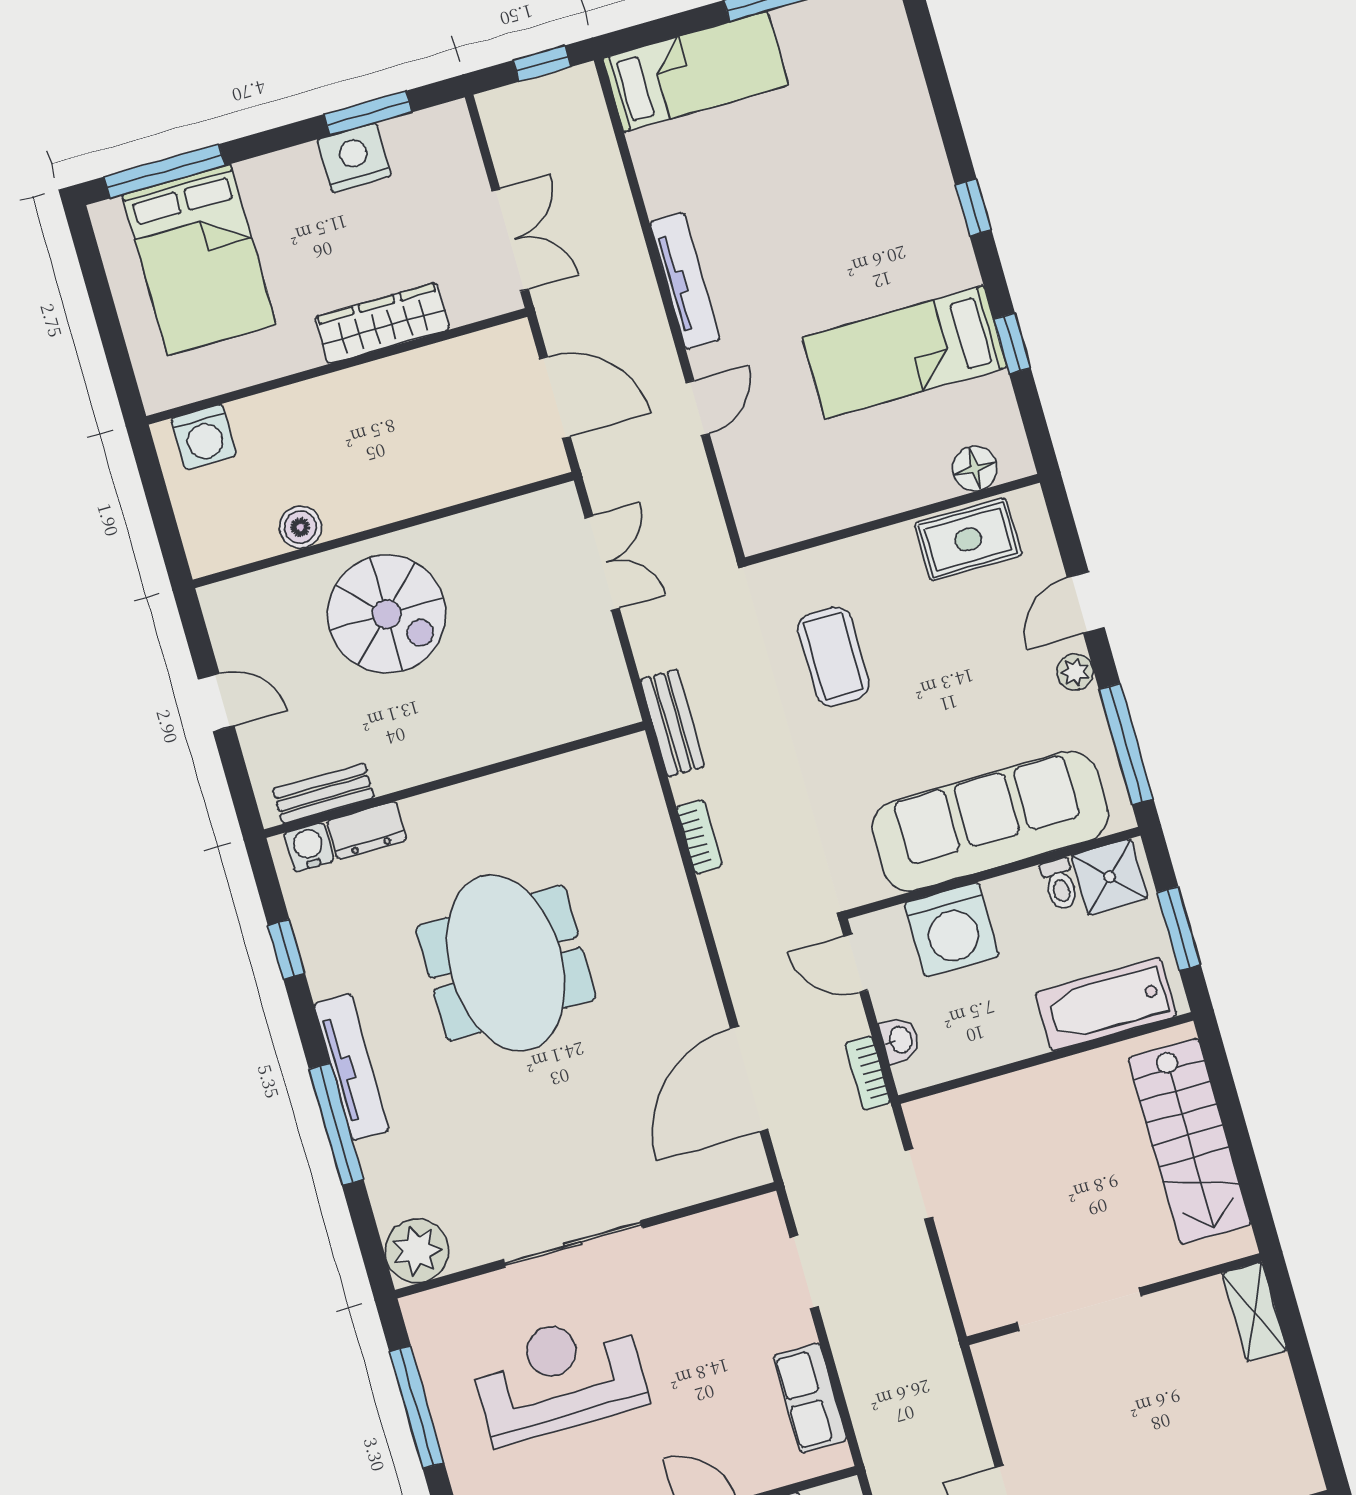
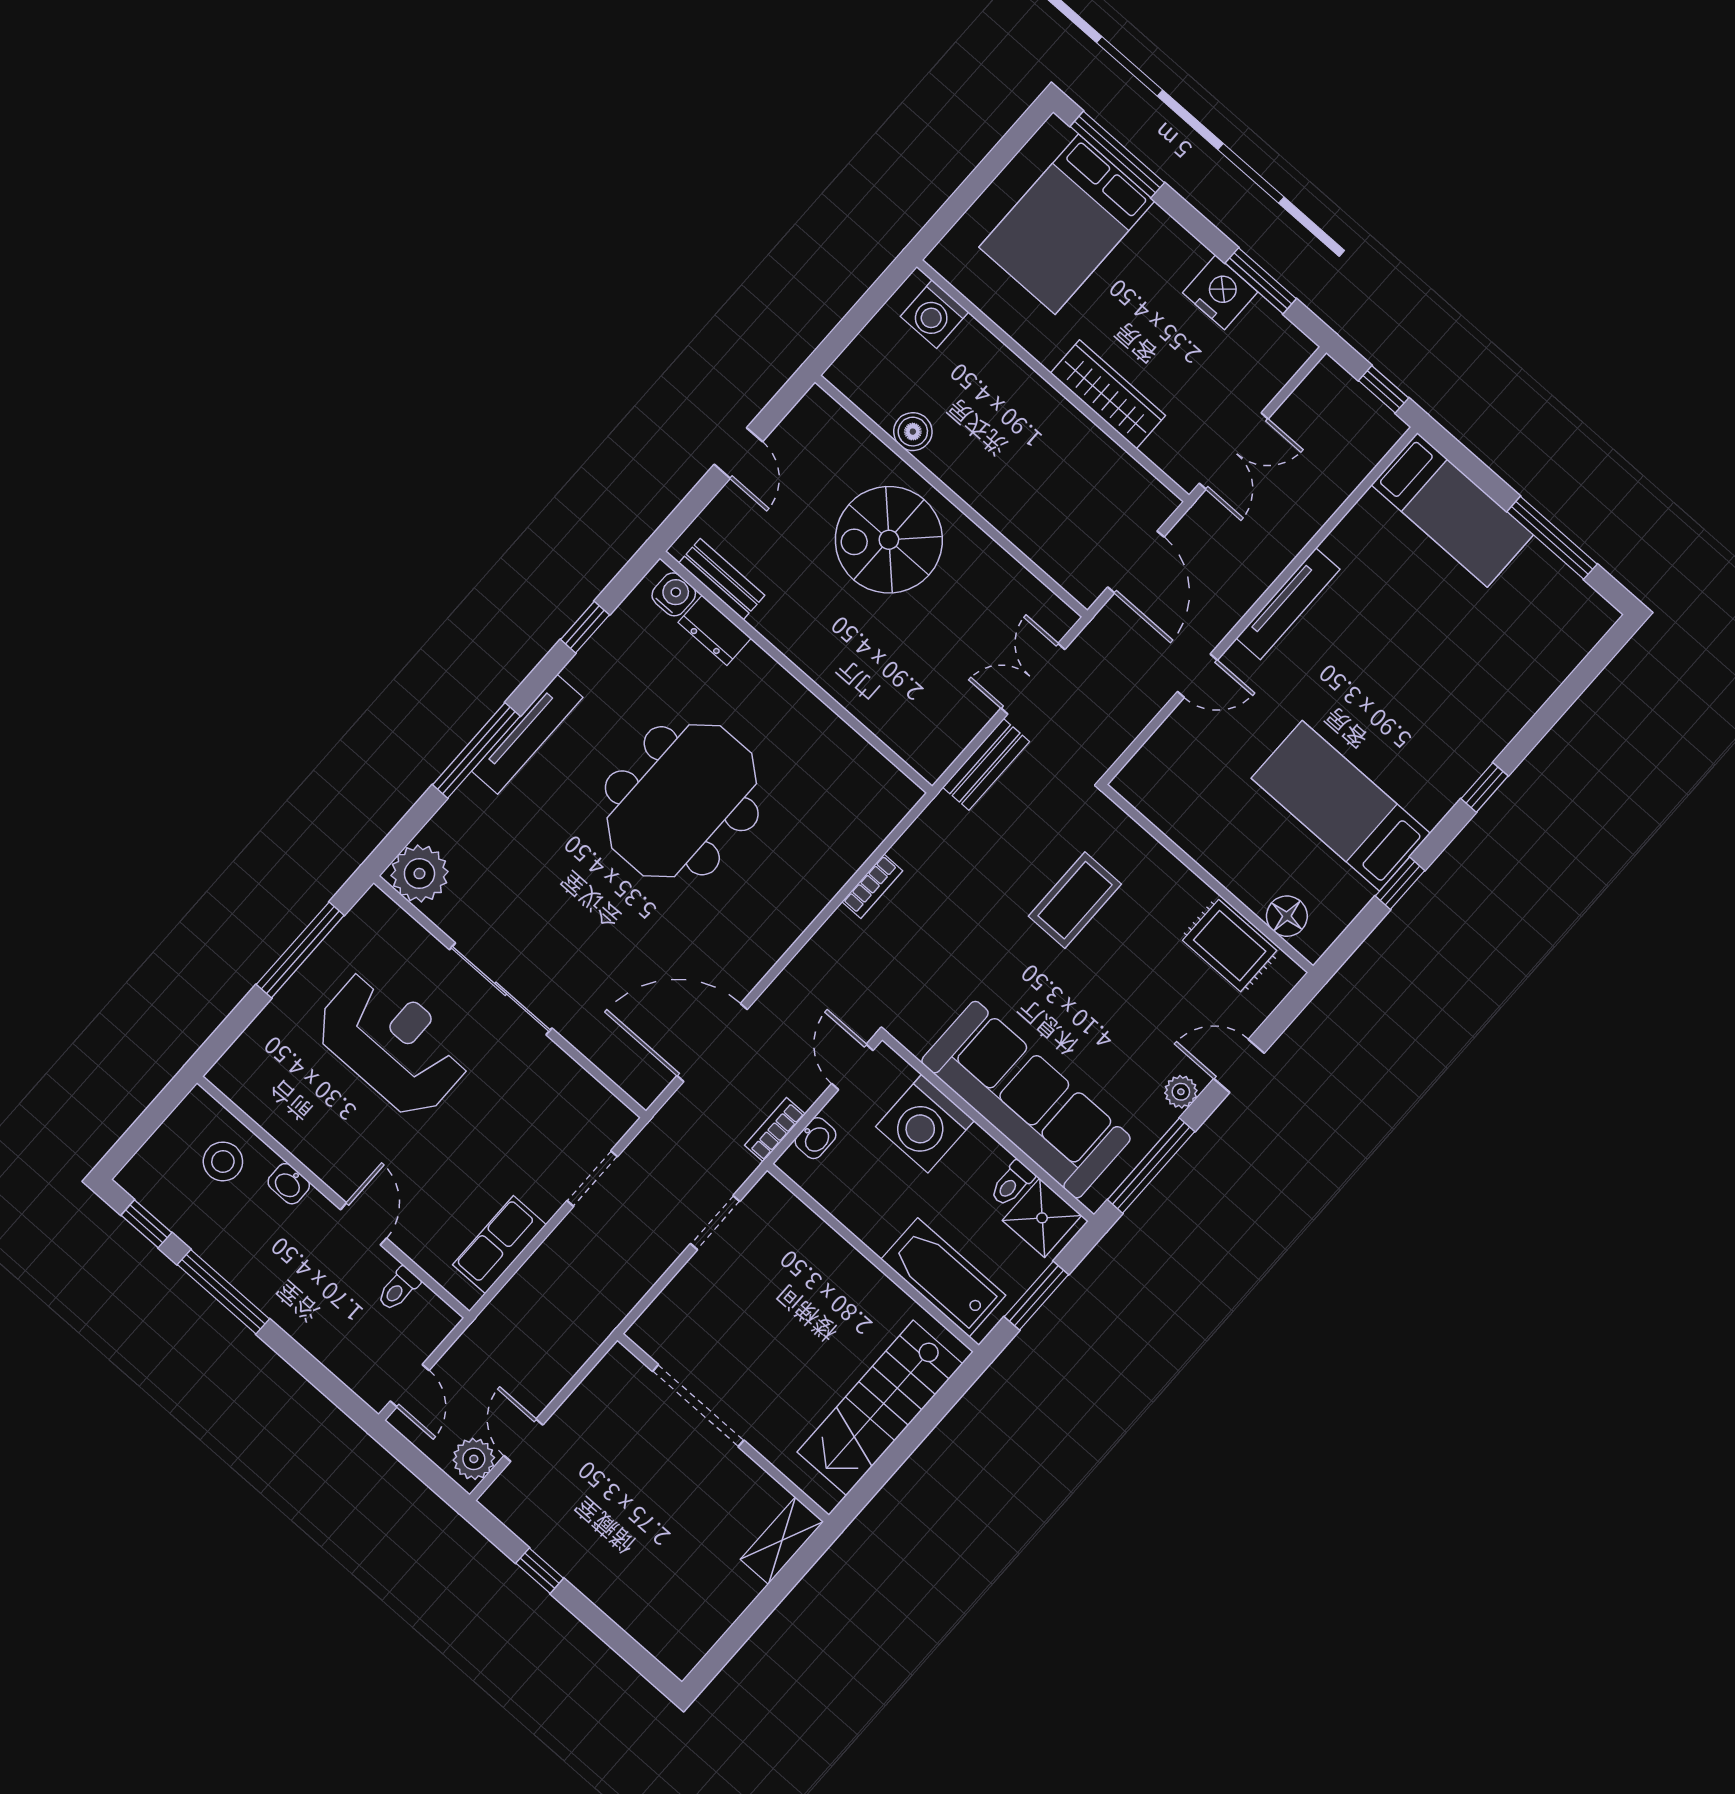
double door: (602, 563) -> (1033, 679), swing flipped
spiral stairs: (387, 614) -> (889, 540), turned 90
bench: (673, 723) -> (986, 764), moved

